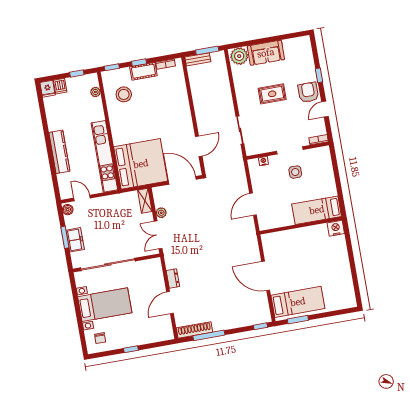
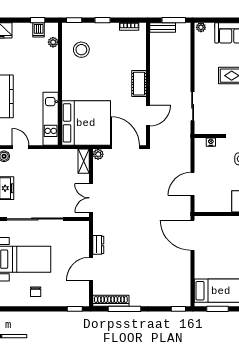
plant: (239, 56) -> (201, 27), width x0.53, depth x0.53
cot: (143, 71) -> (139, 84), moved, turned 90
dishwasher: (60, 86) -> (39, 30), moved
kitchen unit: (104, 156) -> (51, 119), width x0.73
plant: (161, 213) -> (98, 154), moved
door: (266, 276) -> (193, 235), moved
chair: (100, 338) -> (36, 292), moved
window: (131, 349) -> (75, 309), moved

